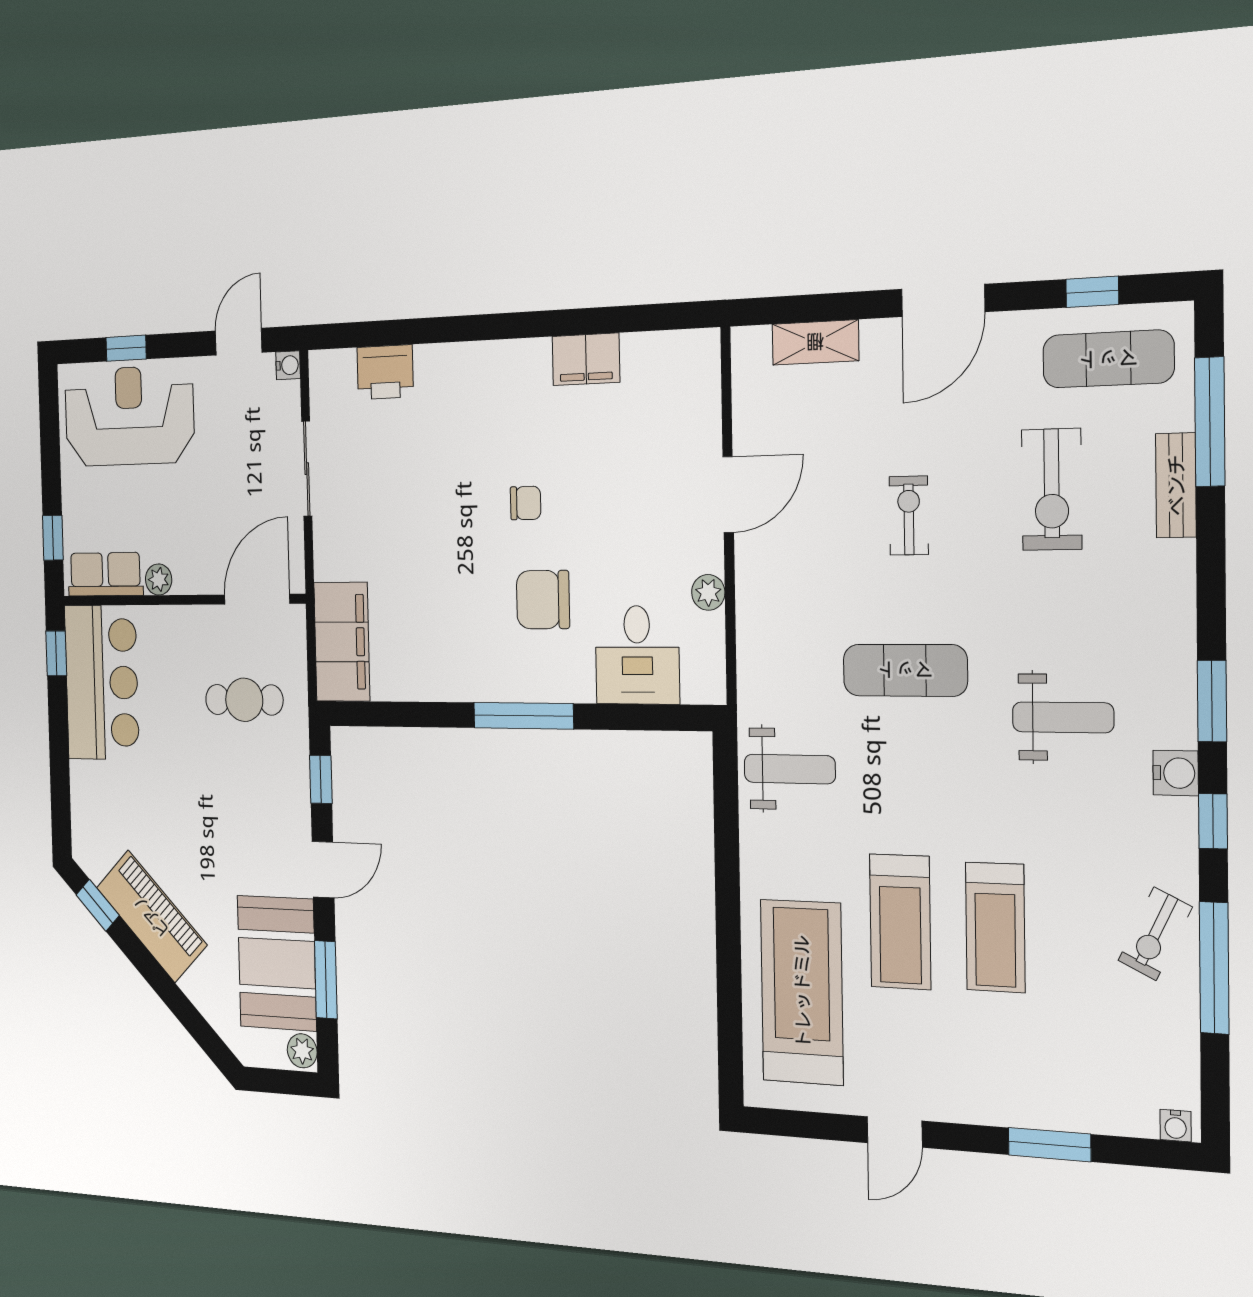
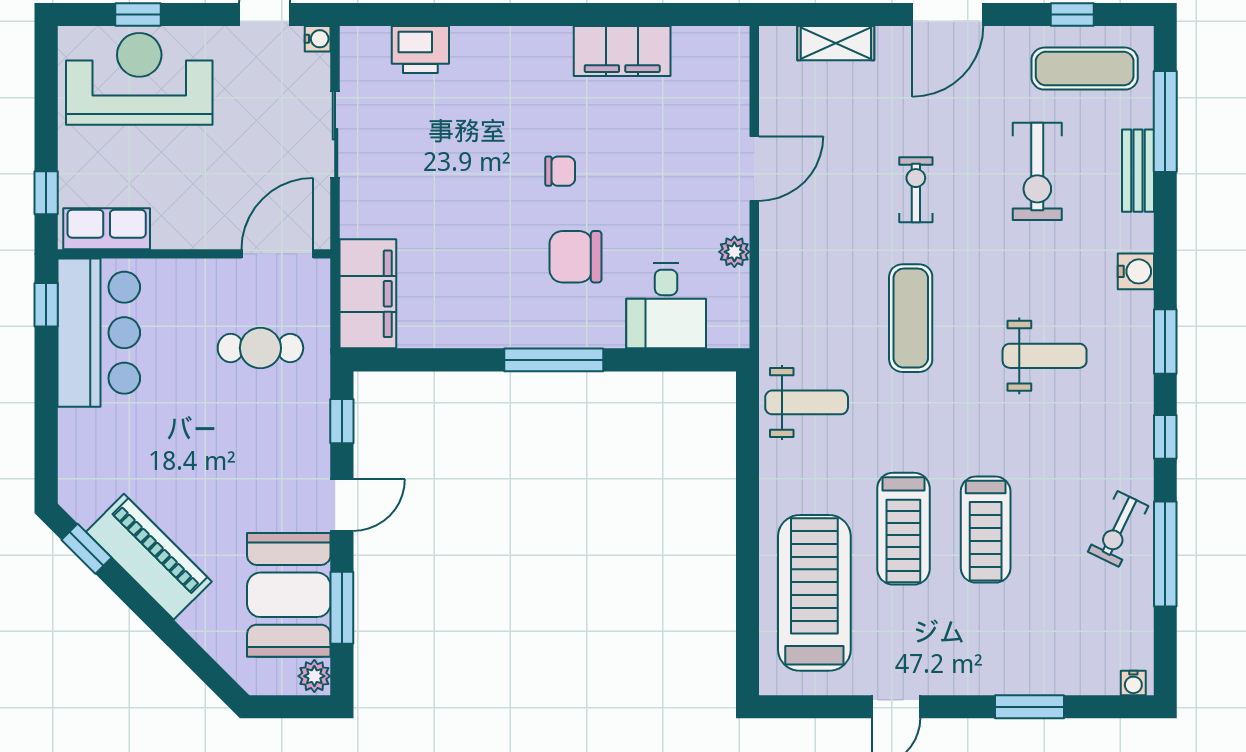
filing cabinet: (586, 359) -> (622, 51), width x1.50, depth x1.17
plant: (159, 579) -> (168, 234), removed
exercise mat: (905, 670) -> (911, 318), turned 90
water cooler: (1176, 773) -> (1136, 271), moved

